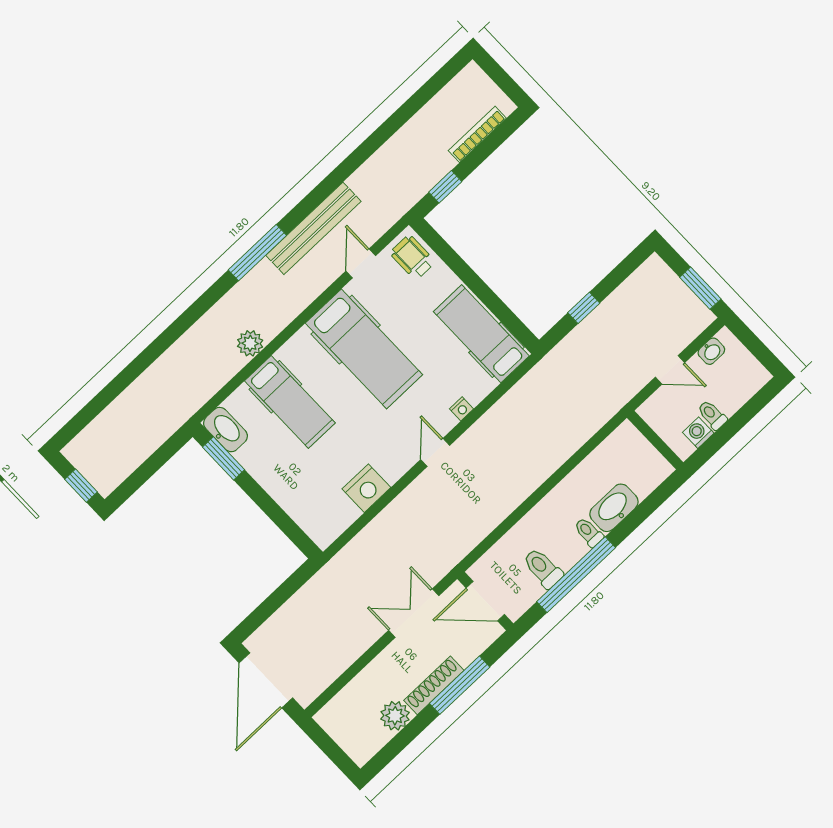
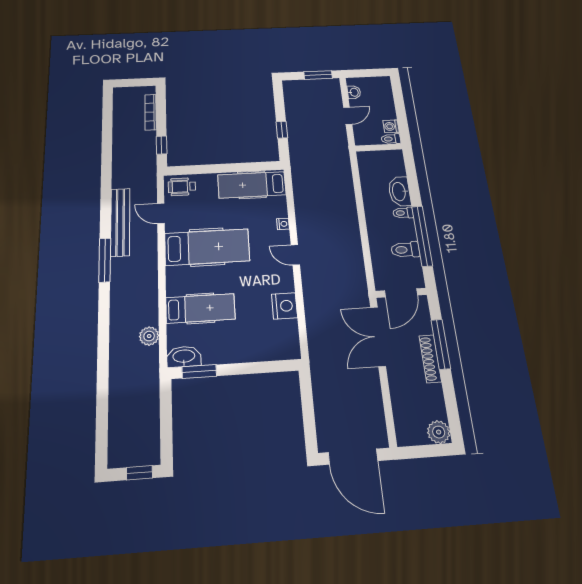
plant: (250, 343) -> (149, 336), moved
toilet: (712, 415) -> (391, 139), moved
double door: (414, 613) -> (378, 337), width x1.37
plant: (395, 716) -> (439, 432), moved

